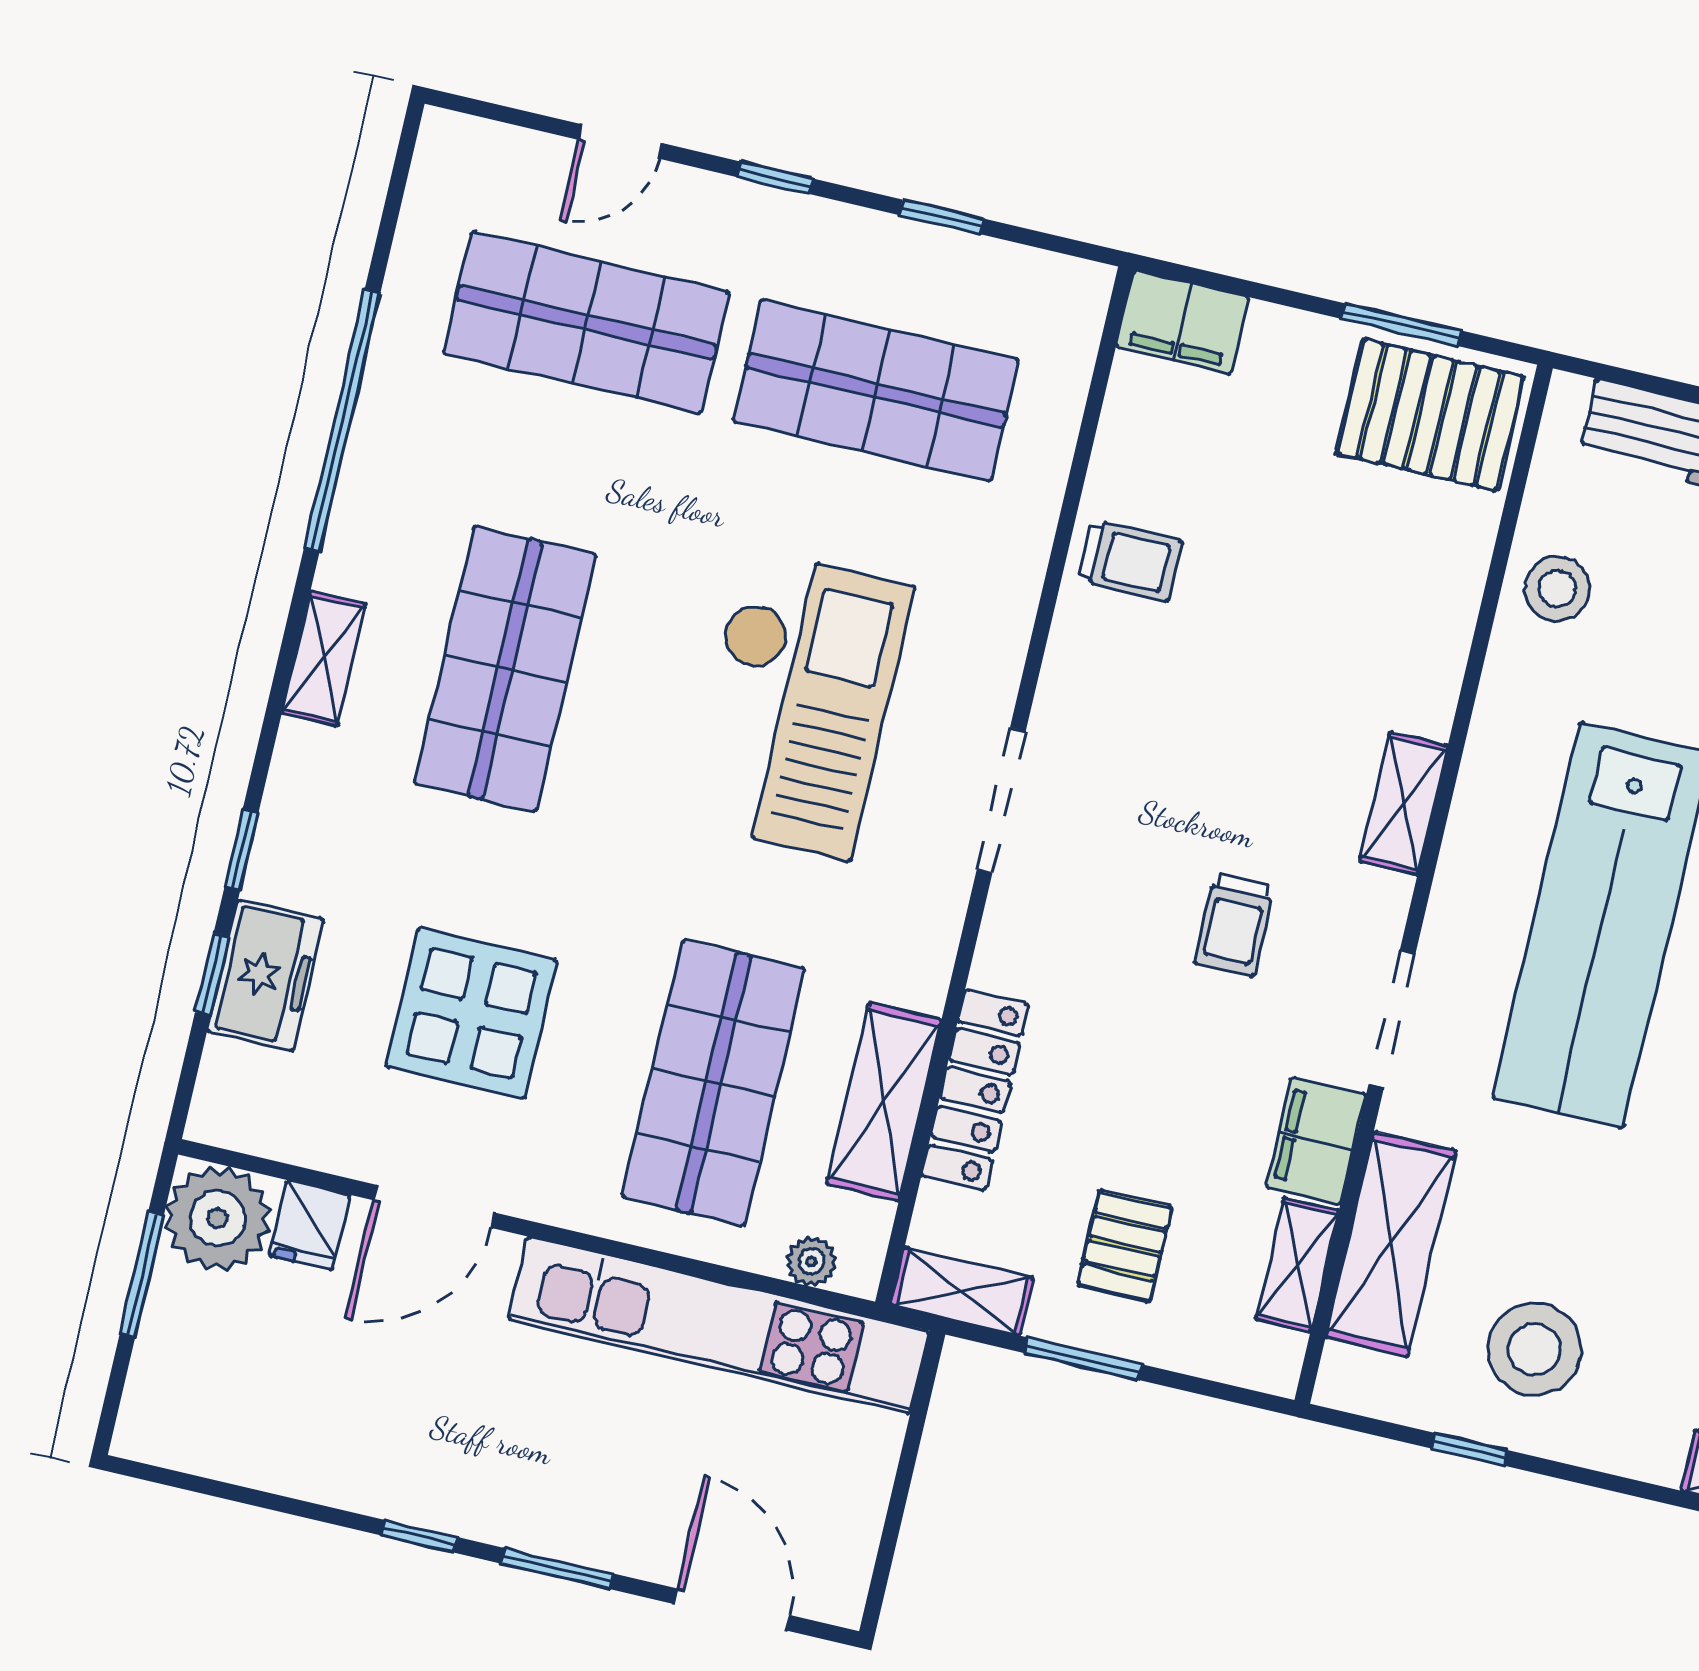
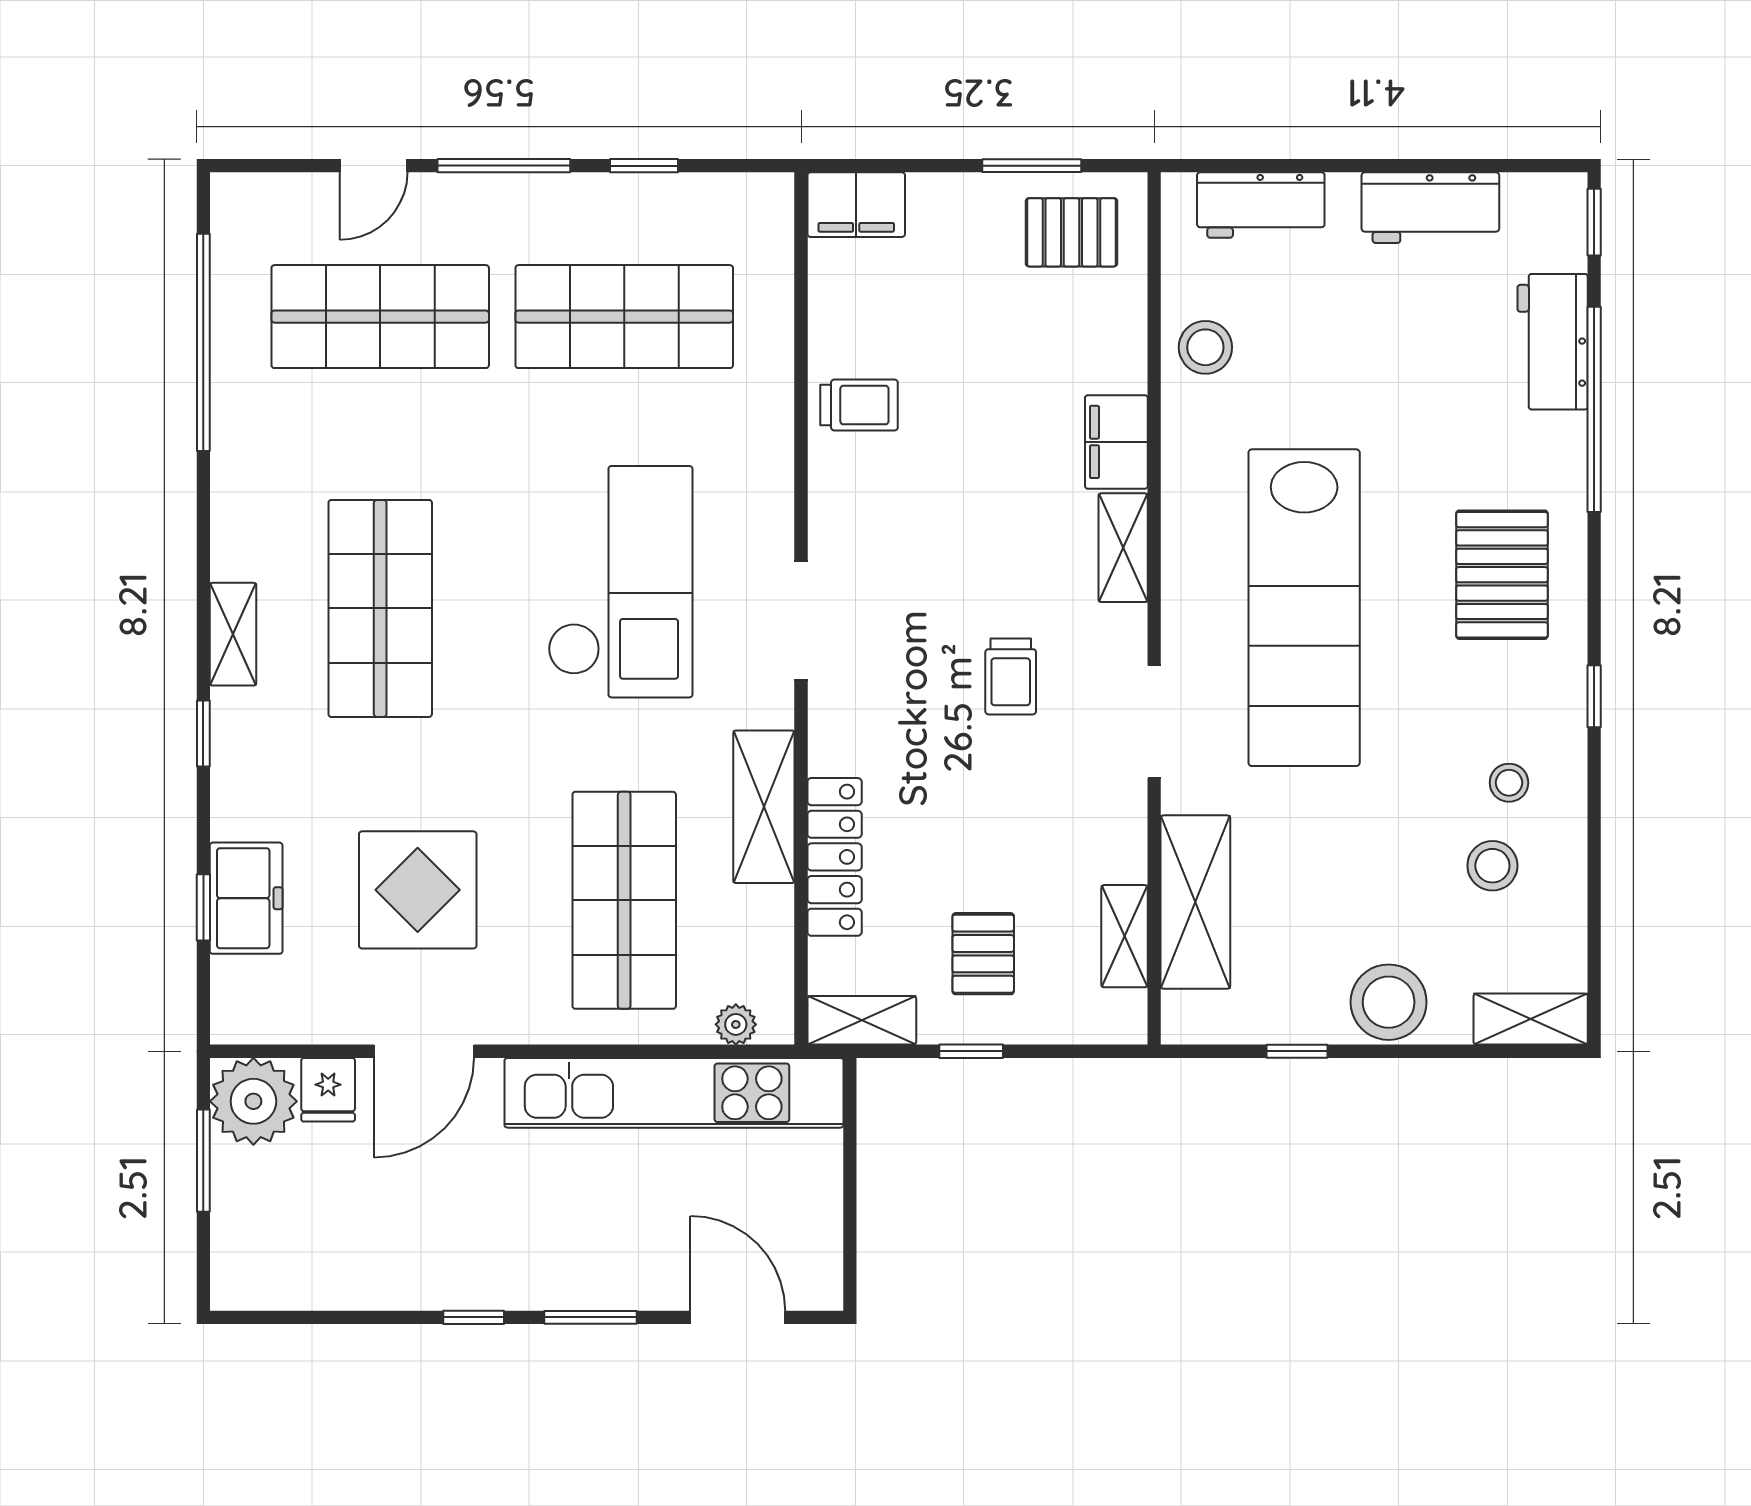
window: (775, 178) -> (504, 166), width x2.17
pallet: (1430, 415) -> (1071, 232), width x0.67, depth x0.71
window: (342, 421) -> (203, 342), moved
window: (241, 850) -> (203, 734), moved
shelving: (884, 1102) -> (764, 807), moved
filing cabinet: (1316, 1141) -> (1116, 442), moved
stool: (1534, 1349) -> (1389, 1002), moved
window: (1083, 1359) -> (971, 1051), width x0.67

